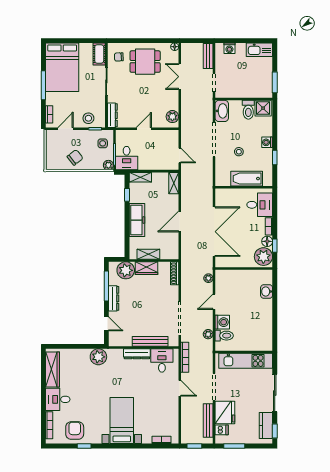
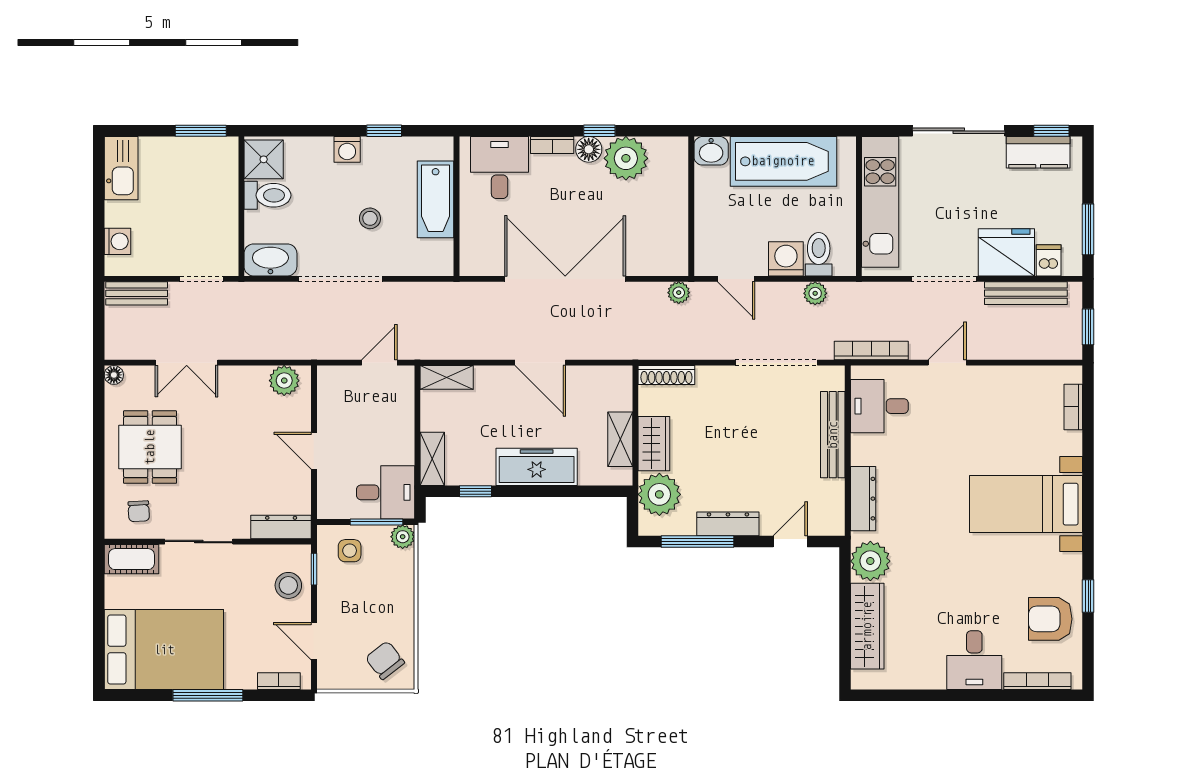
chair: (75, 157) -> (385, 660), moved
wall: (244, 268) -> (691, 206), moved
bathtub: (262, 321) -> (783, 161), added
dresser: (137, 354) -> (863, 499), moved
wardrobe: (53, 370) -> (867, 626), moved, turned 90

